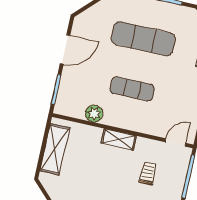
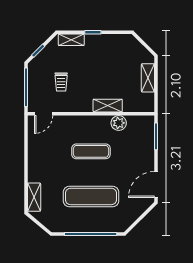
door: (65, 49) -> (156, 185), moved
shelving: (119, 139) -> (108, 106), moved
shelving: (55, 149) -> (148, 78), width x0.67, depth x0.75

